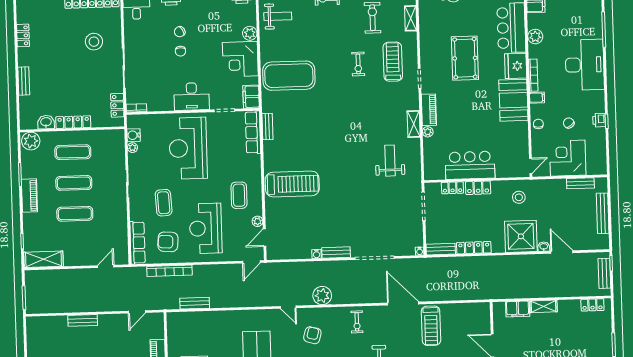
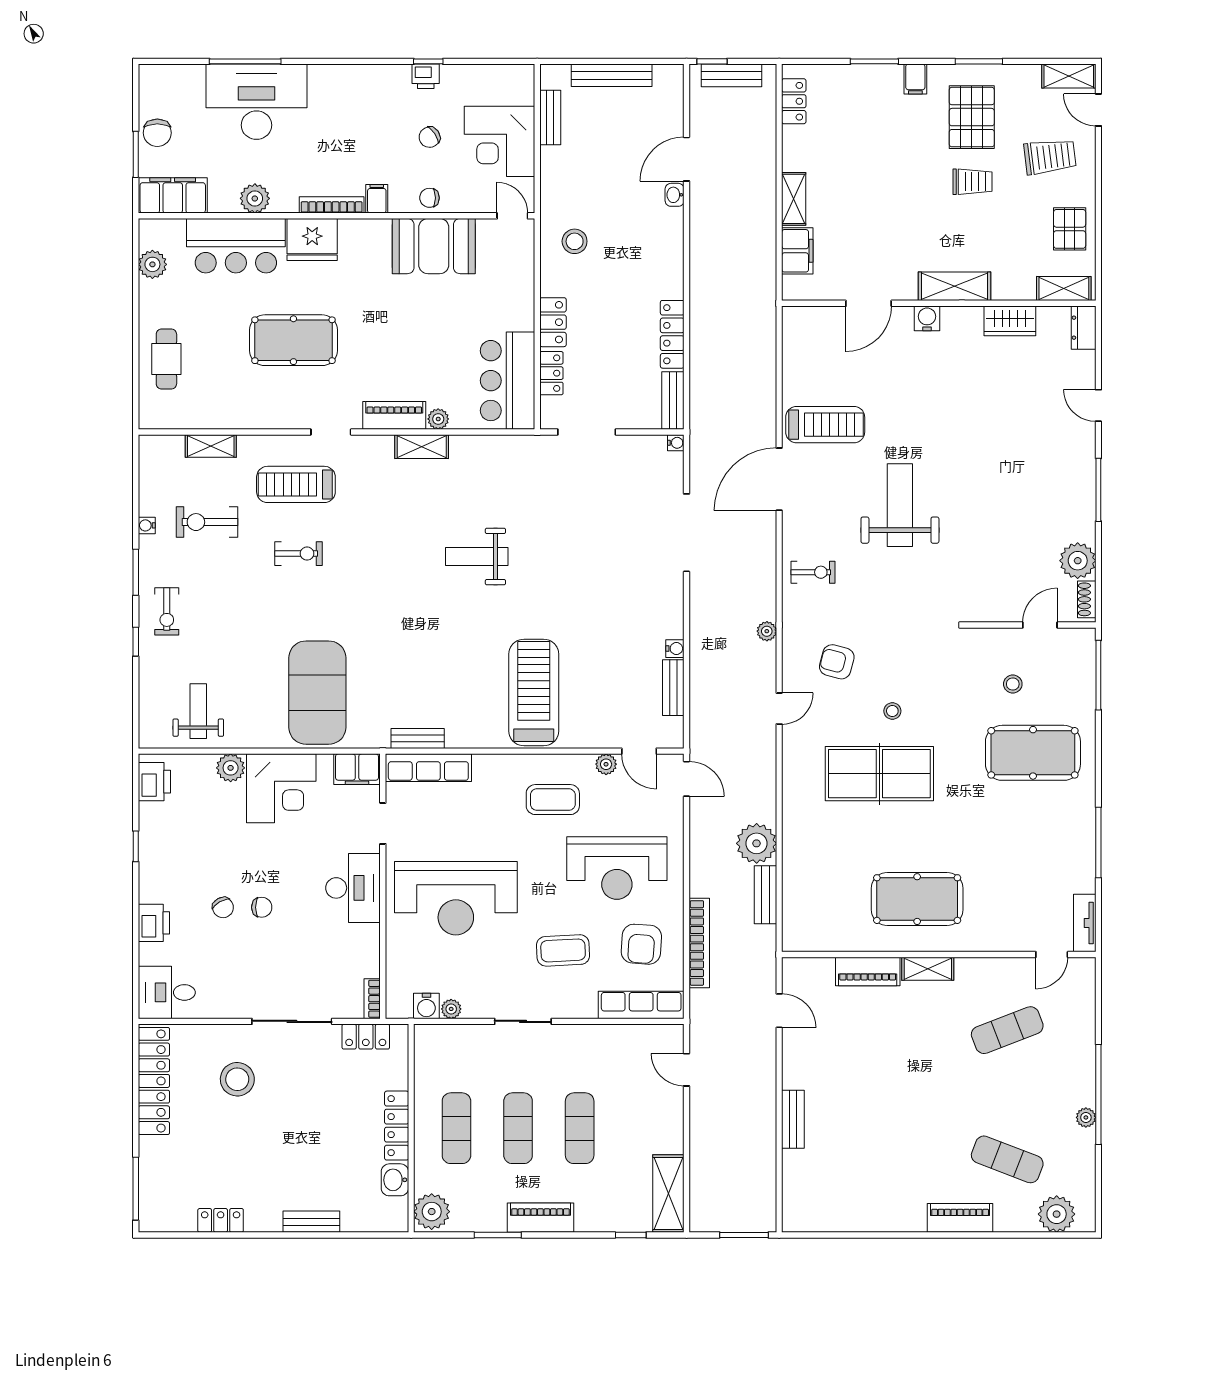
desk: (585, 65) -> (256, 102), moved
booth: (513, 100) -> (434, 246), moved
weight bench: (390, 161) -> (477, 557), moved
bar counter: (470, 165) -> (508, 381), moved
shower: (521, 236) -> (653, 240), removed
bench: (336, 253) -> (673, 688), moved
plant: (322, 296) -> (767, 631), width x0.53, depth x0.53
plant: (220, 298) -> (757, 843), added

